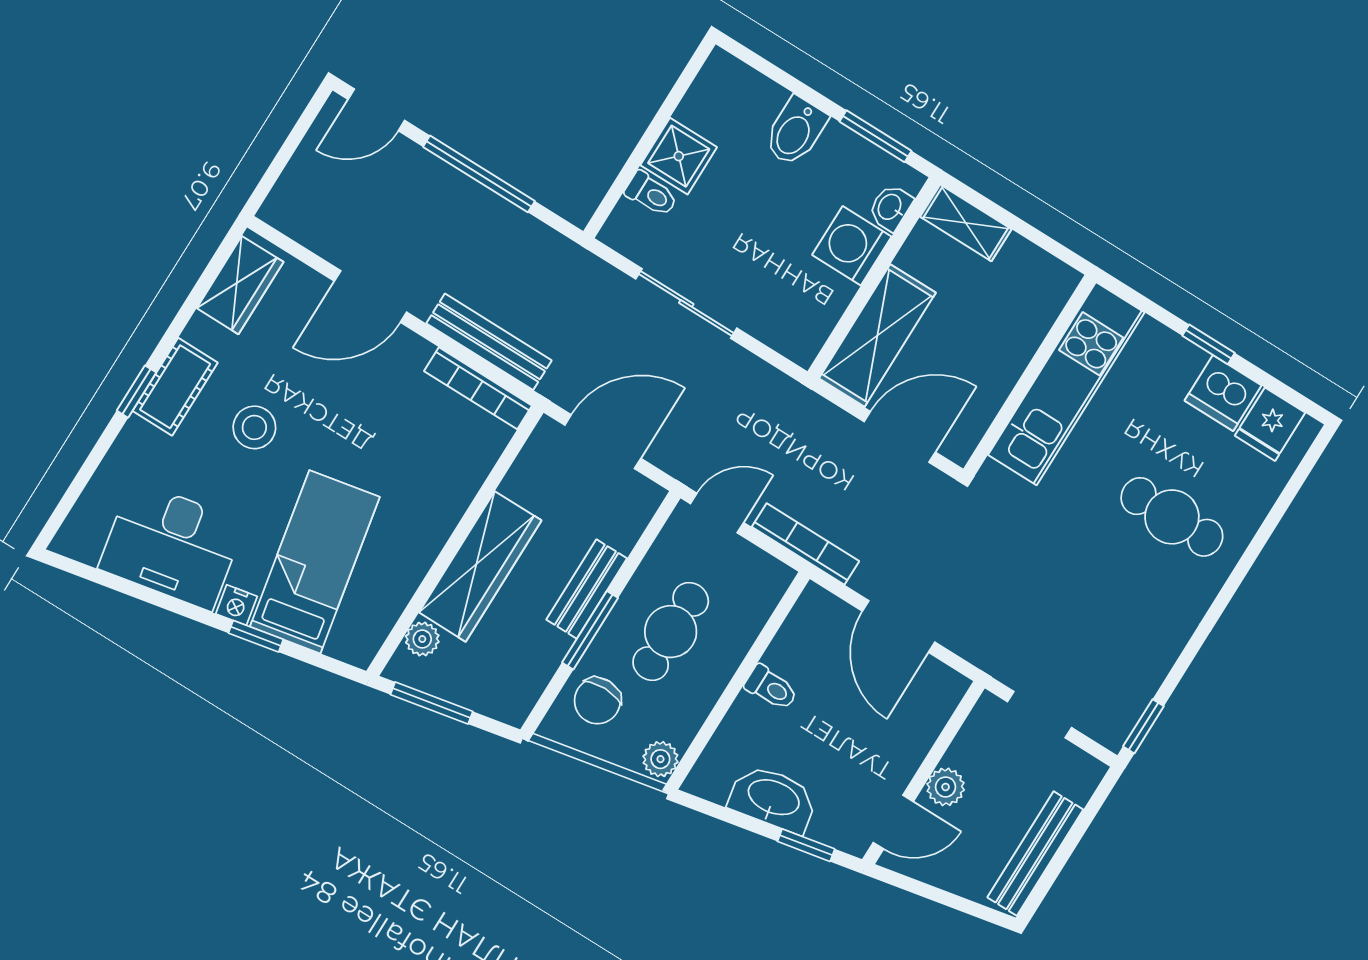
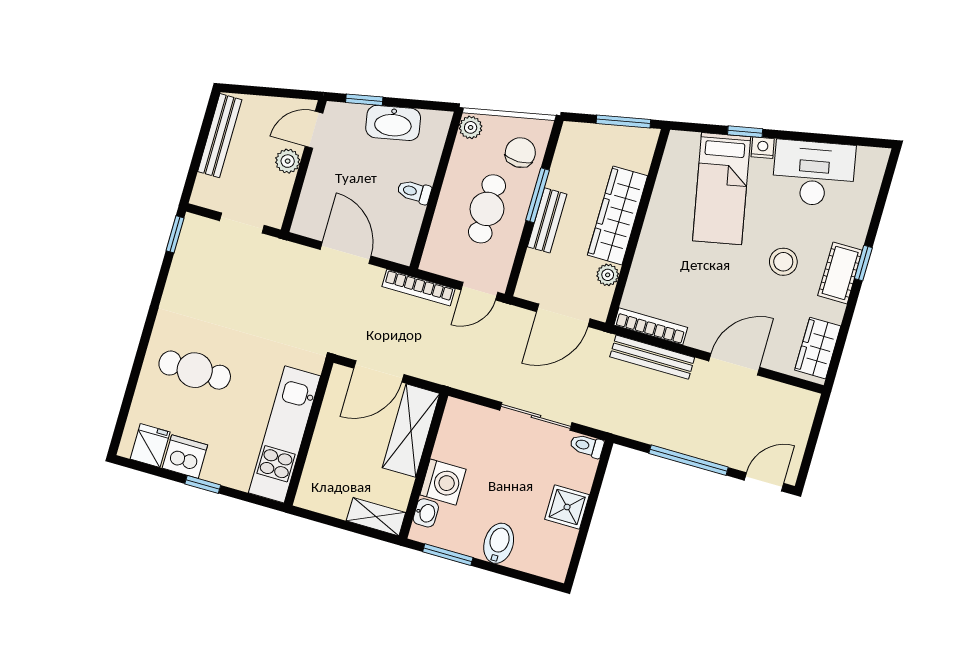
toilet: (651, 194) -> (587, 446), moved
plant: (422, 639) -> (608, 275), moved

